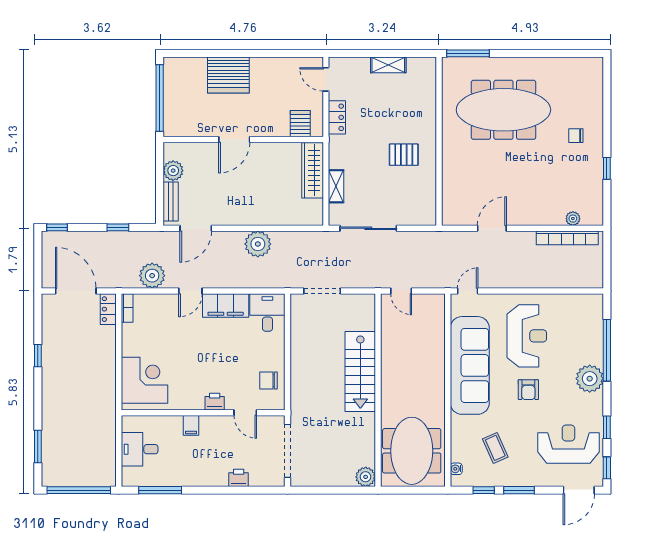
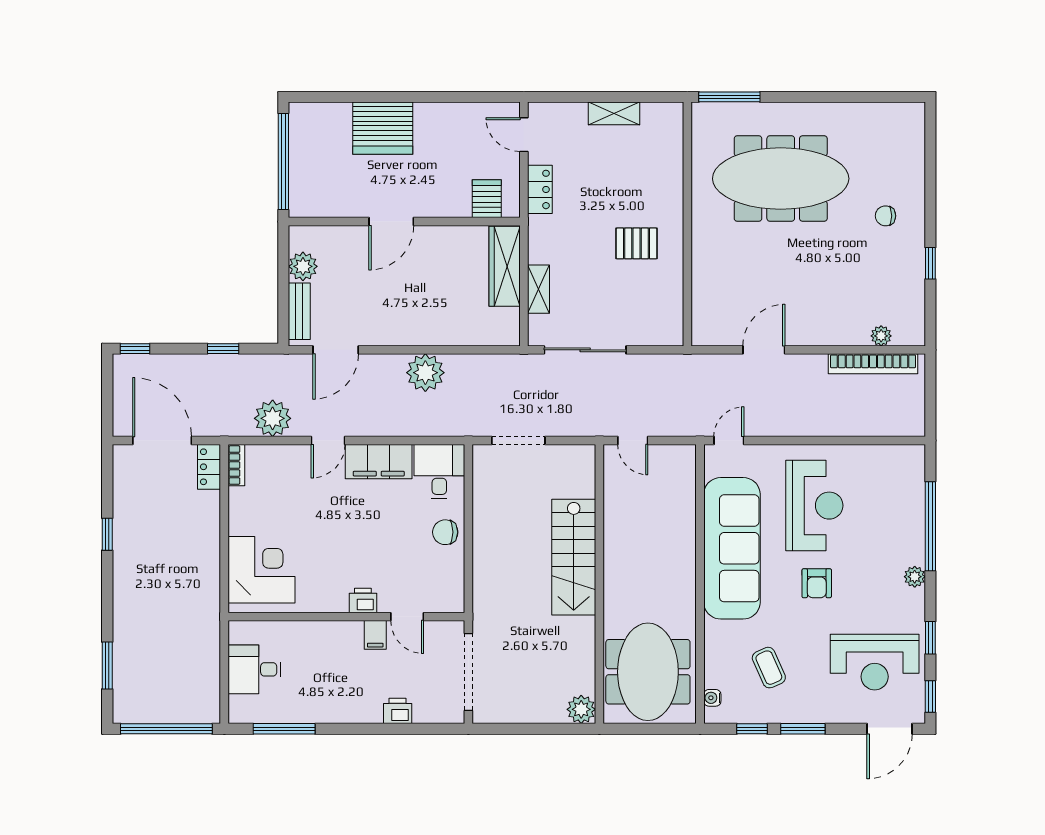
plant: (590, 379) -> (915, 577), width x0.53, depth x0.53
chair: (268, 381) -> (445, 532), moved
filing cabinet: (191, 425) -> (375, 635), moved
reception desk: (568, 444) -> (875, 662), turned 180

